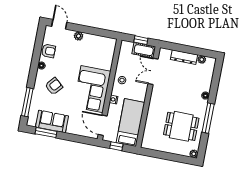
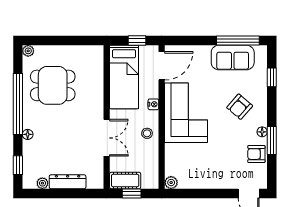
plant: (79, 36) -> (171, 183), moved
window: (36, 58) -> (272, 141), added
double door: (153, 71) -> (107, 138), moved
window: (216, 75) -> (18, 165), added
window: (27, 102) -> (272, 77), width x0.46
window: (208, 118) -> (18, 104), width x1.46
door: (103, 125) -> (162, 66), hinge flipped
window: (46, 133) -> (238, 41), width x1.44

